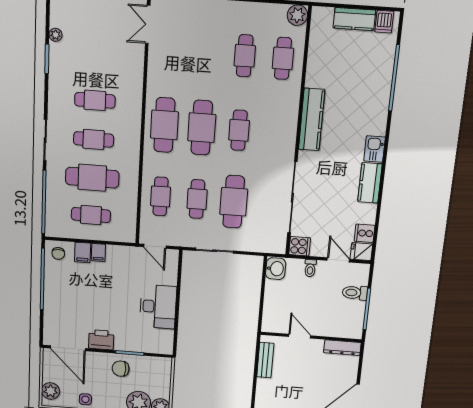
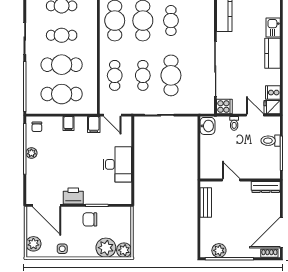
cafe table: (91, 215) -> (62, 94), width x1.37, depth x1.35
filing cabinet: (83, 253) -> (94, 125), moved
plant: (51, 285) -> (31, 153), added

